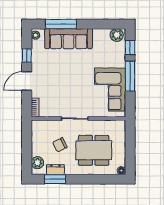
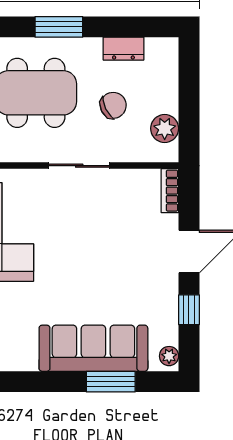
window: (61, 24) -> (111, 382), width x0.69
plant: (37, 163) -> (165, 128), moved
window: (55, 179) -> (59, 27), moved

